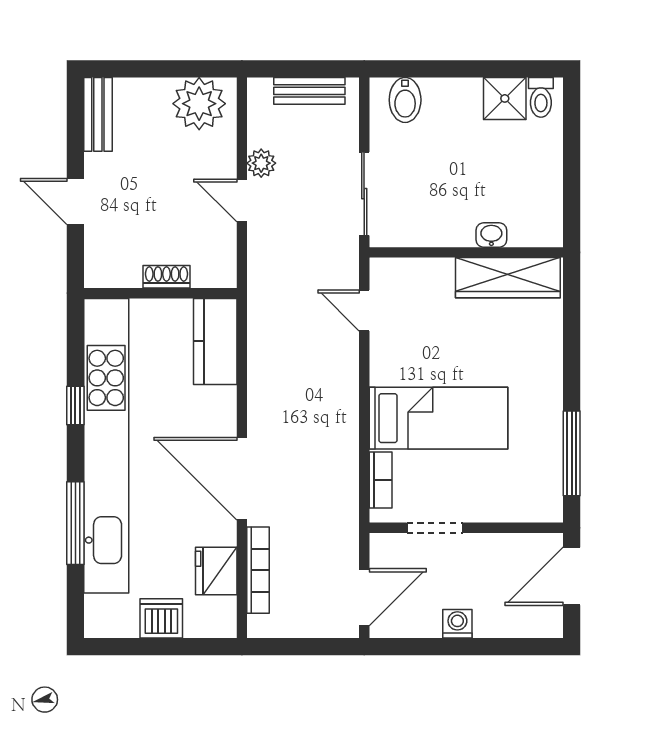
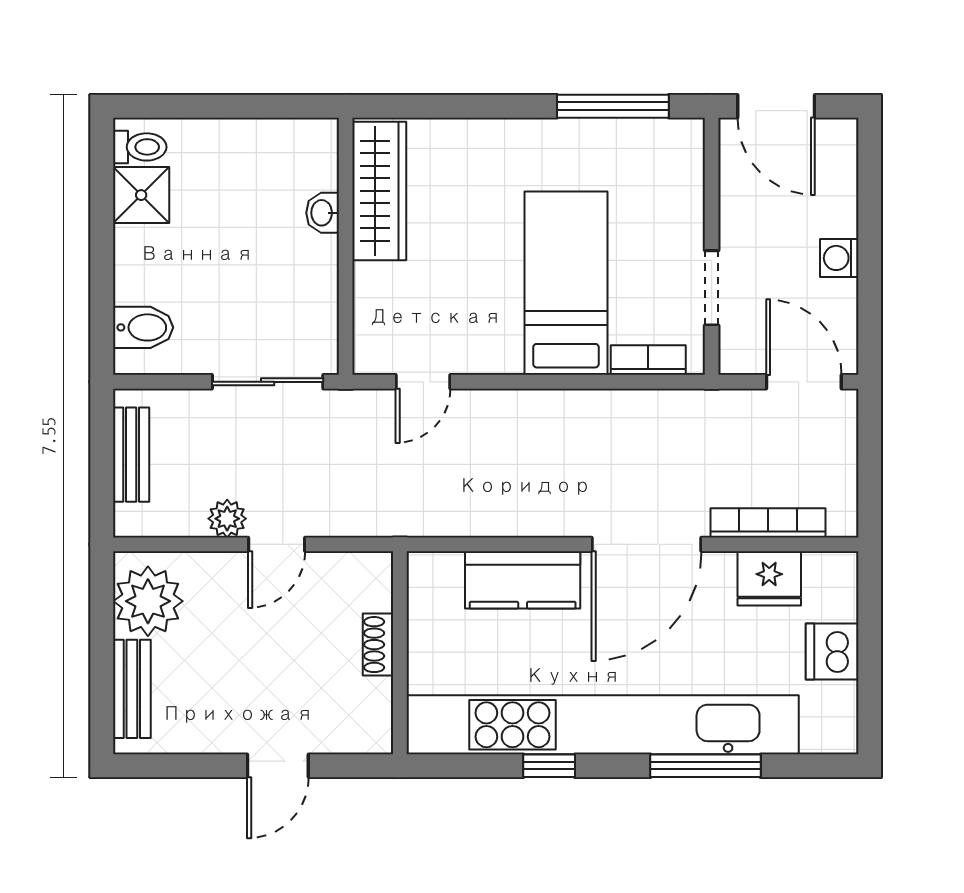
bench: (98, 114) -> (132, 689), moved, turned 90
kitchen counter: (215, 341) -> (523, 580), moved

